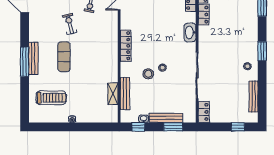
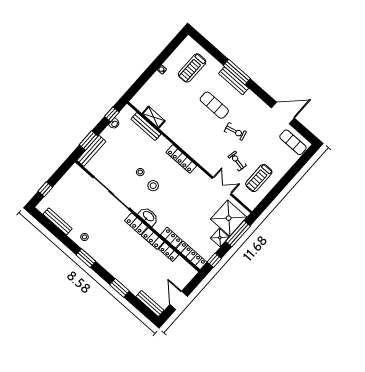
stool: (148, 74) -> (153, 186), moved
locker: (204, 112) -> (136, 224), moved
bench: (166, 118) -> (91, 151), moved

